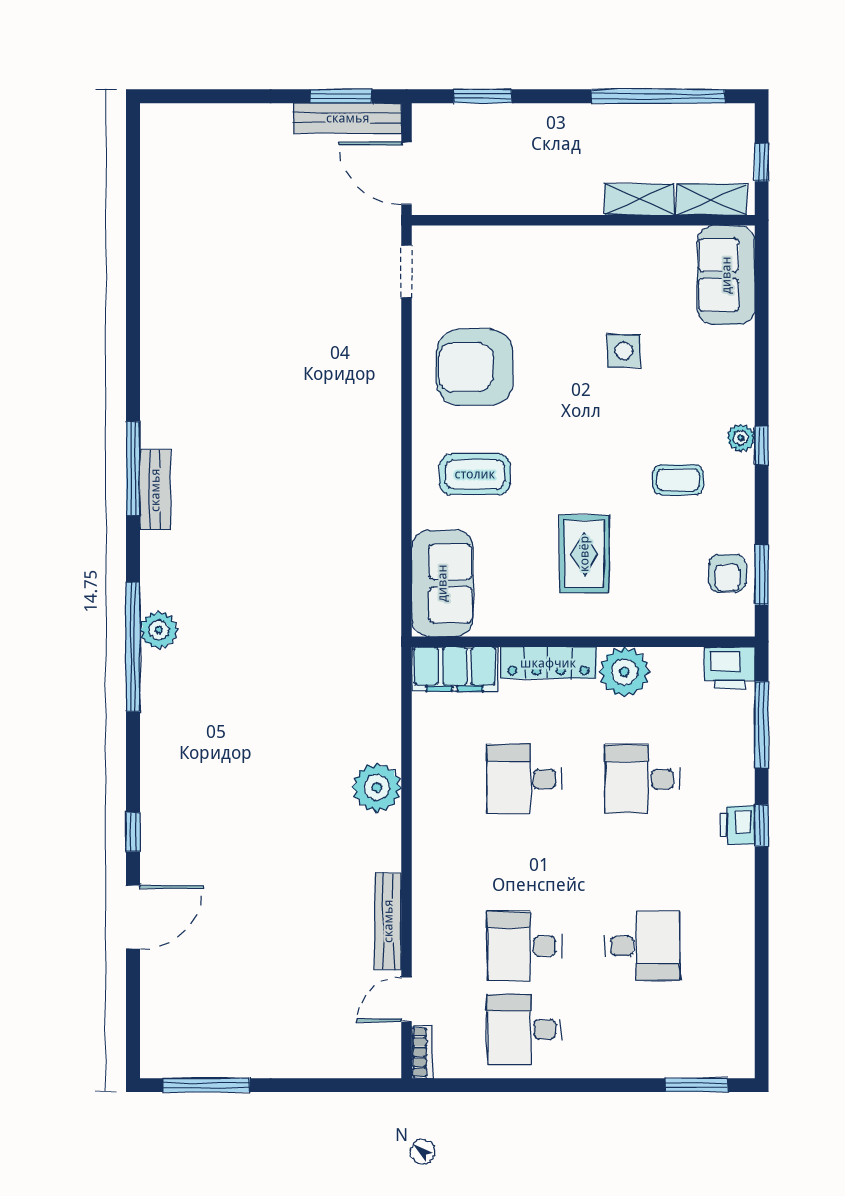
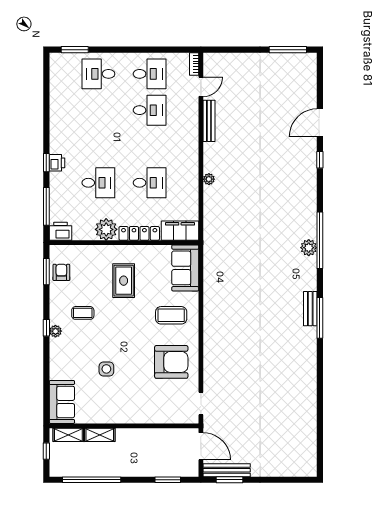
plant: (377, 787) -> (209, 179), width x0.53, depth x0.53
desk: (642, 946) -> (98, 74), moved

